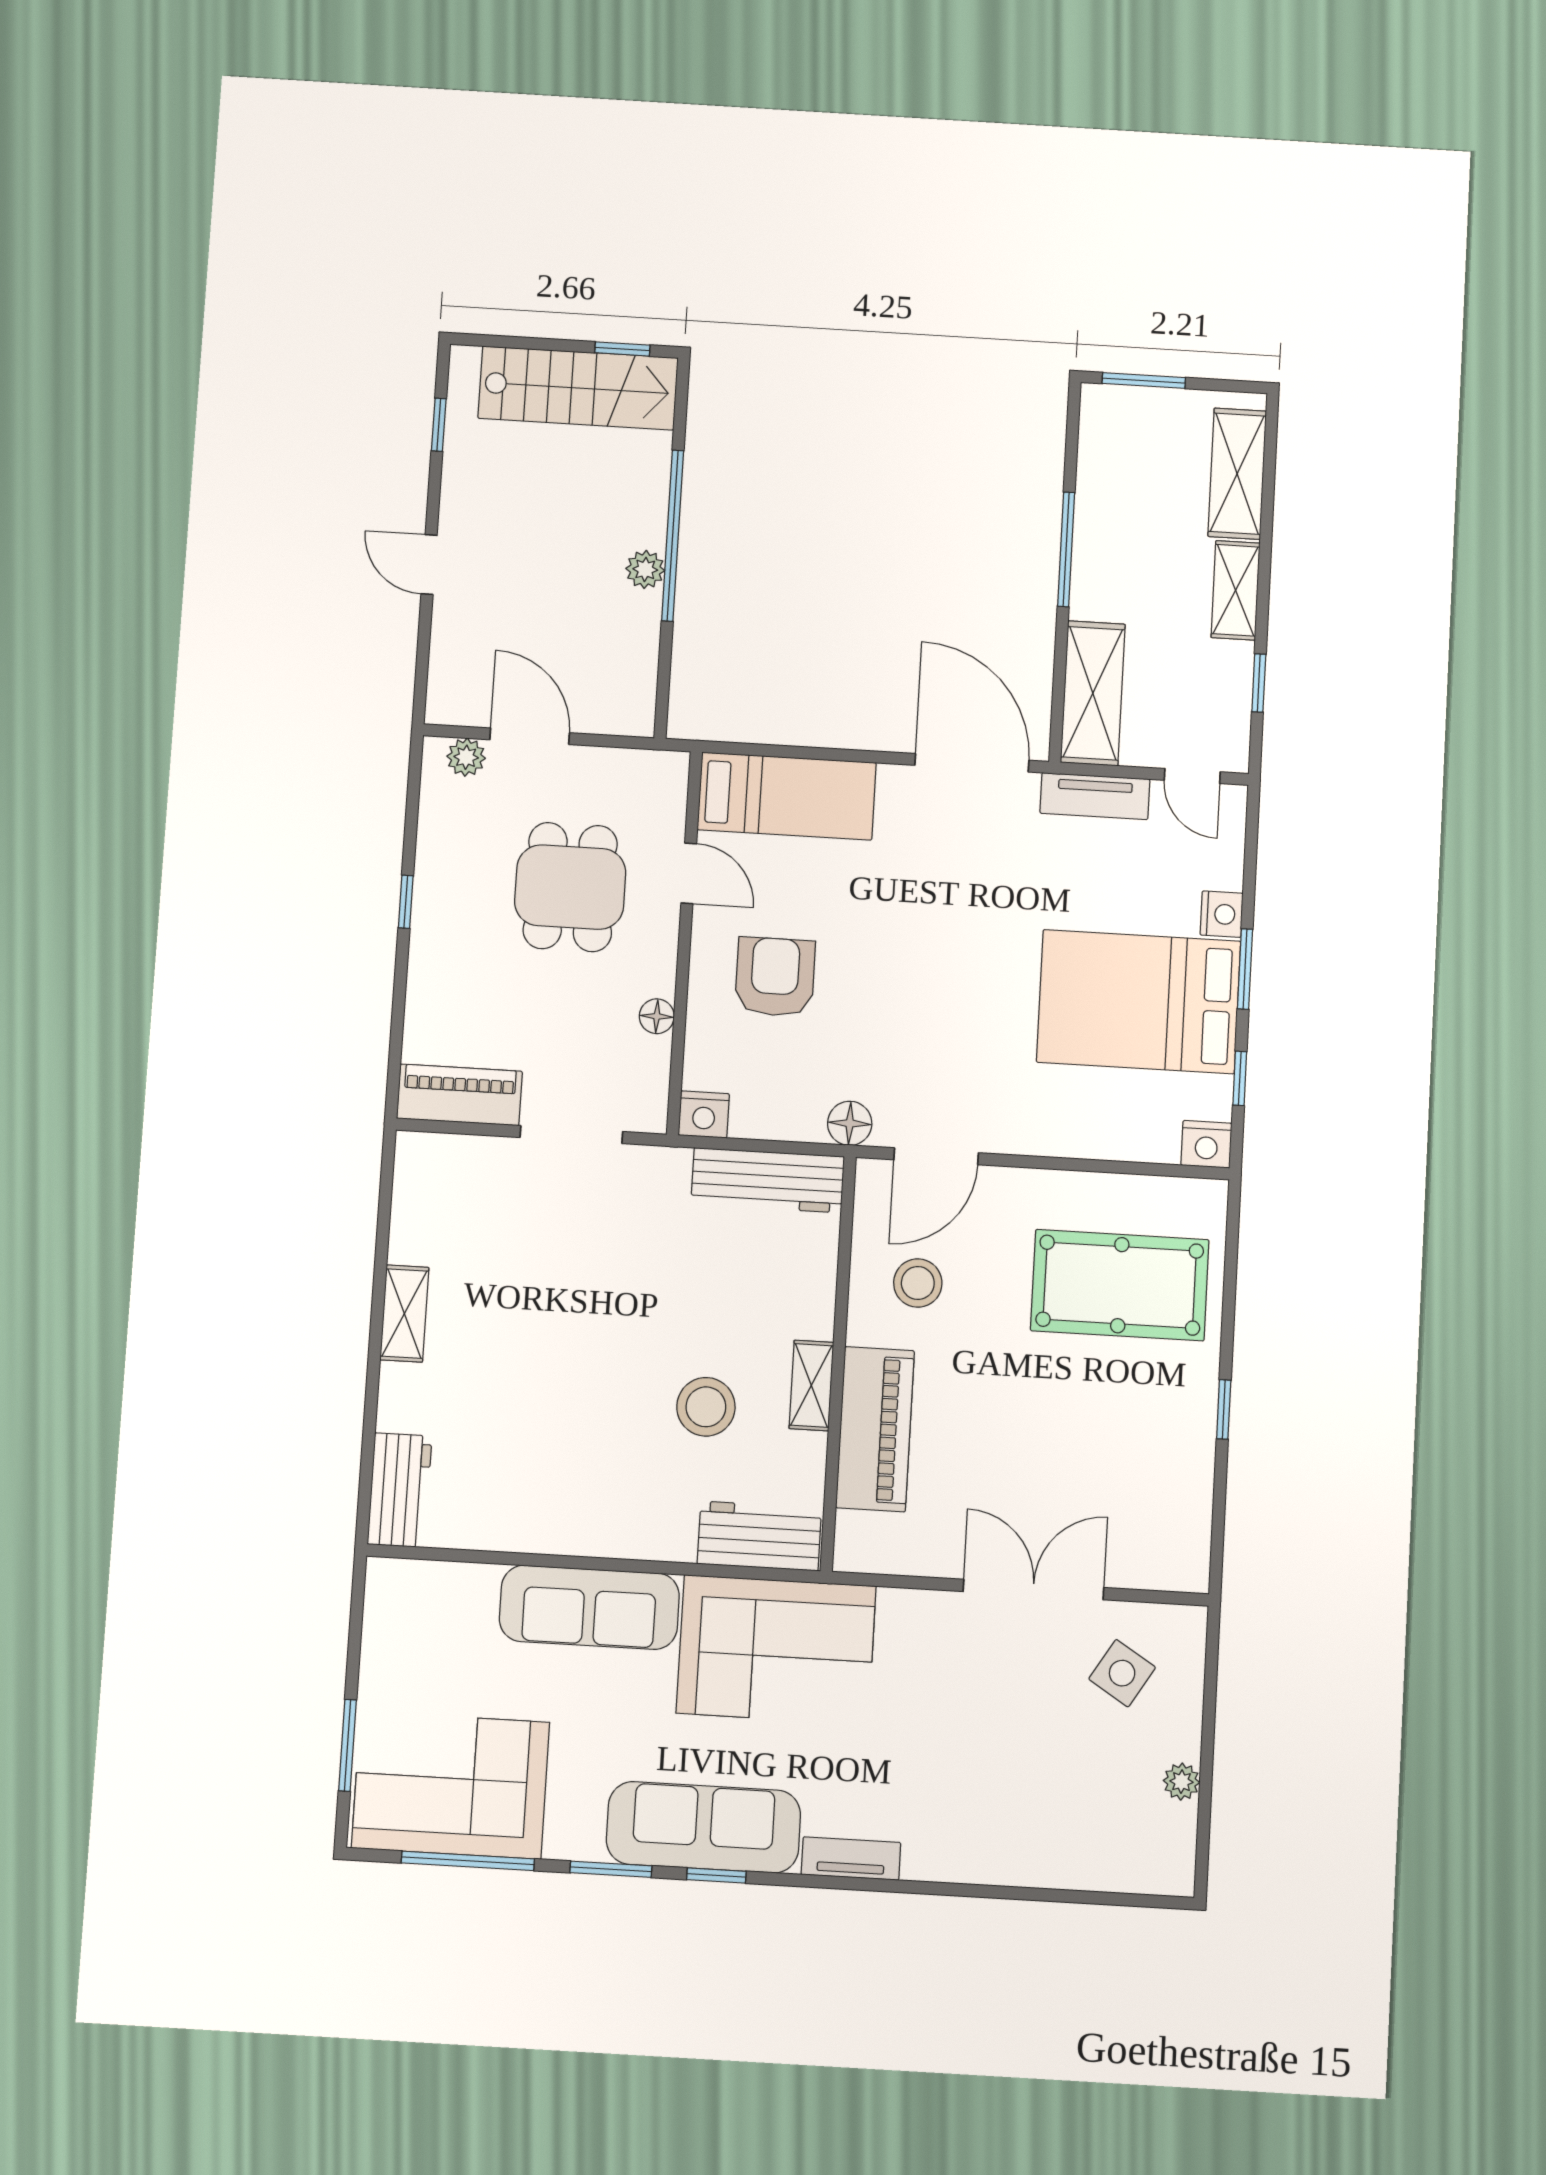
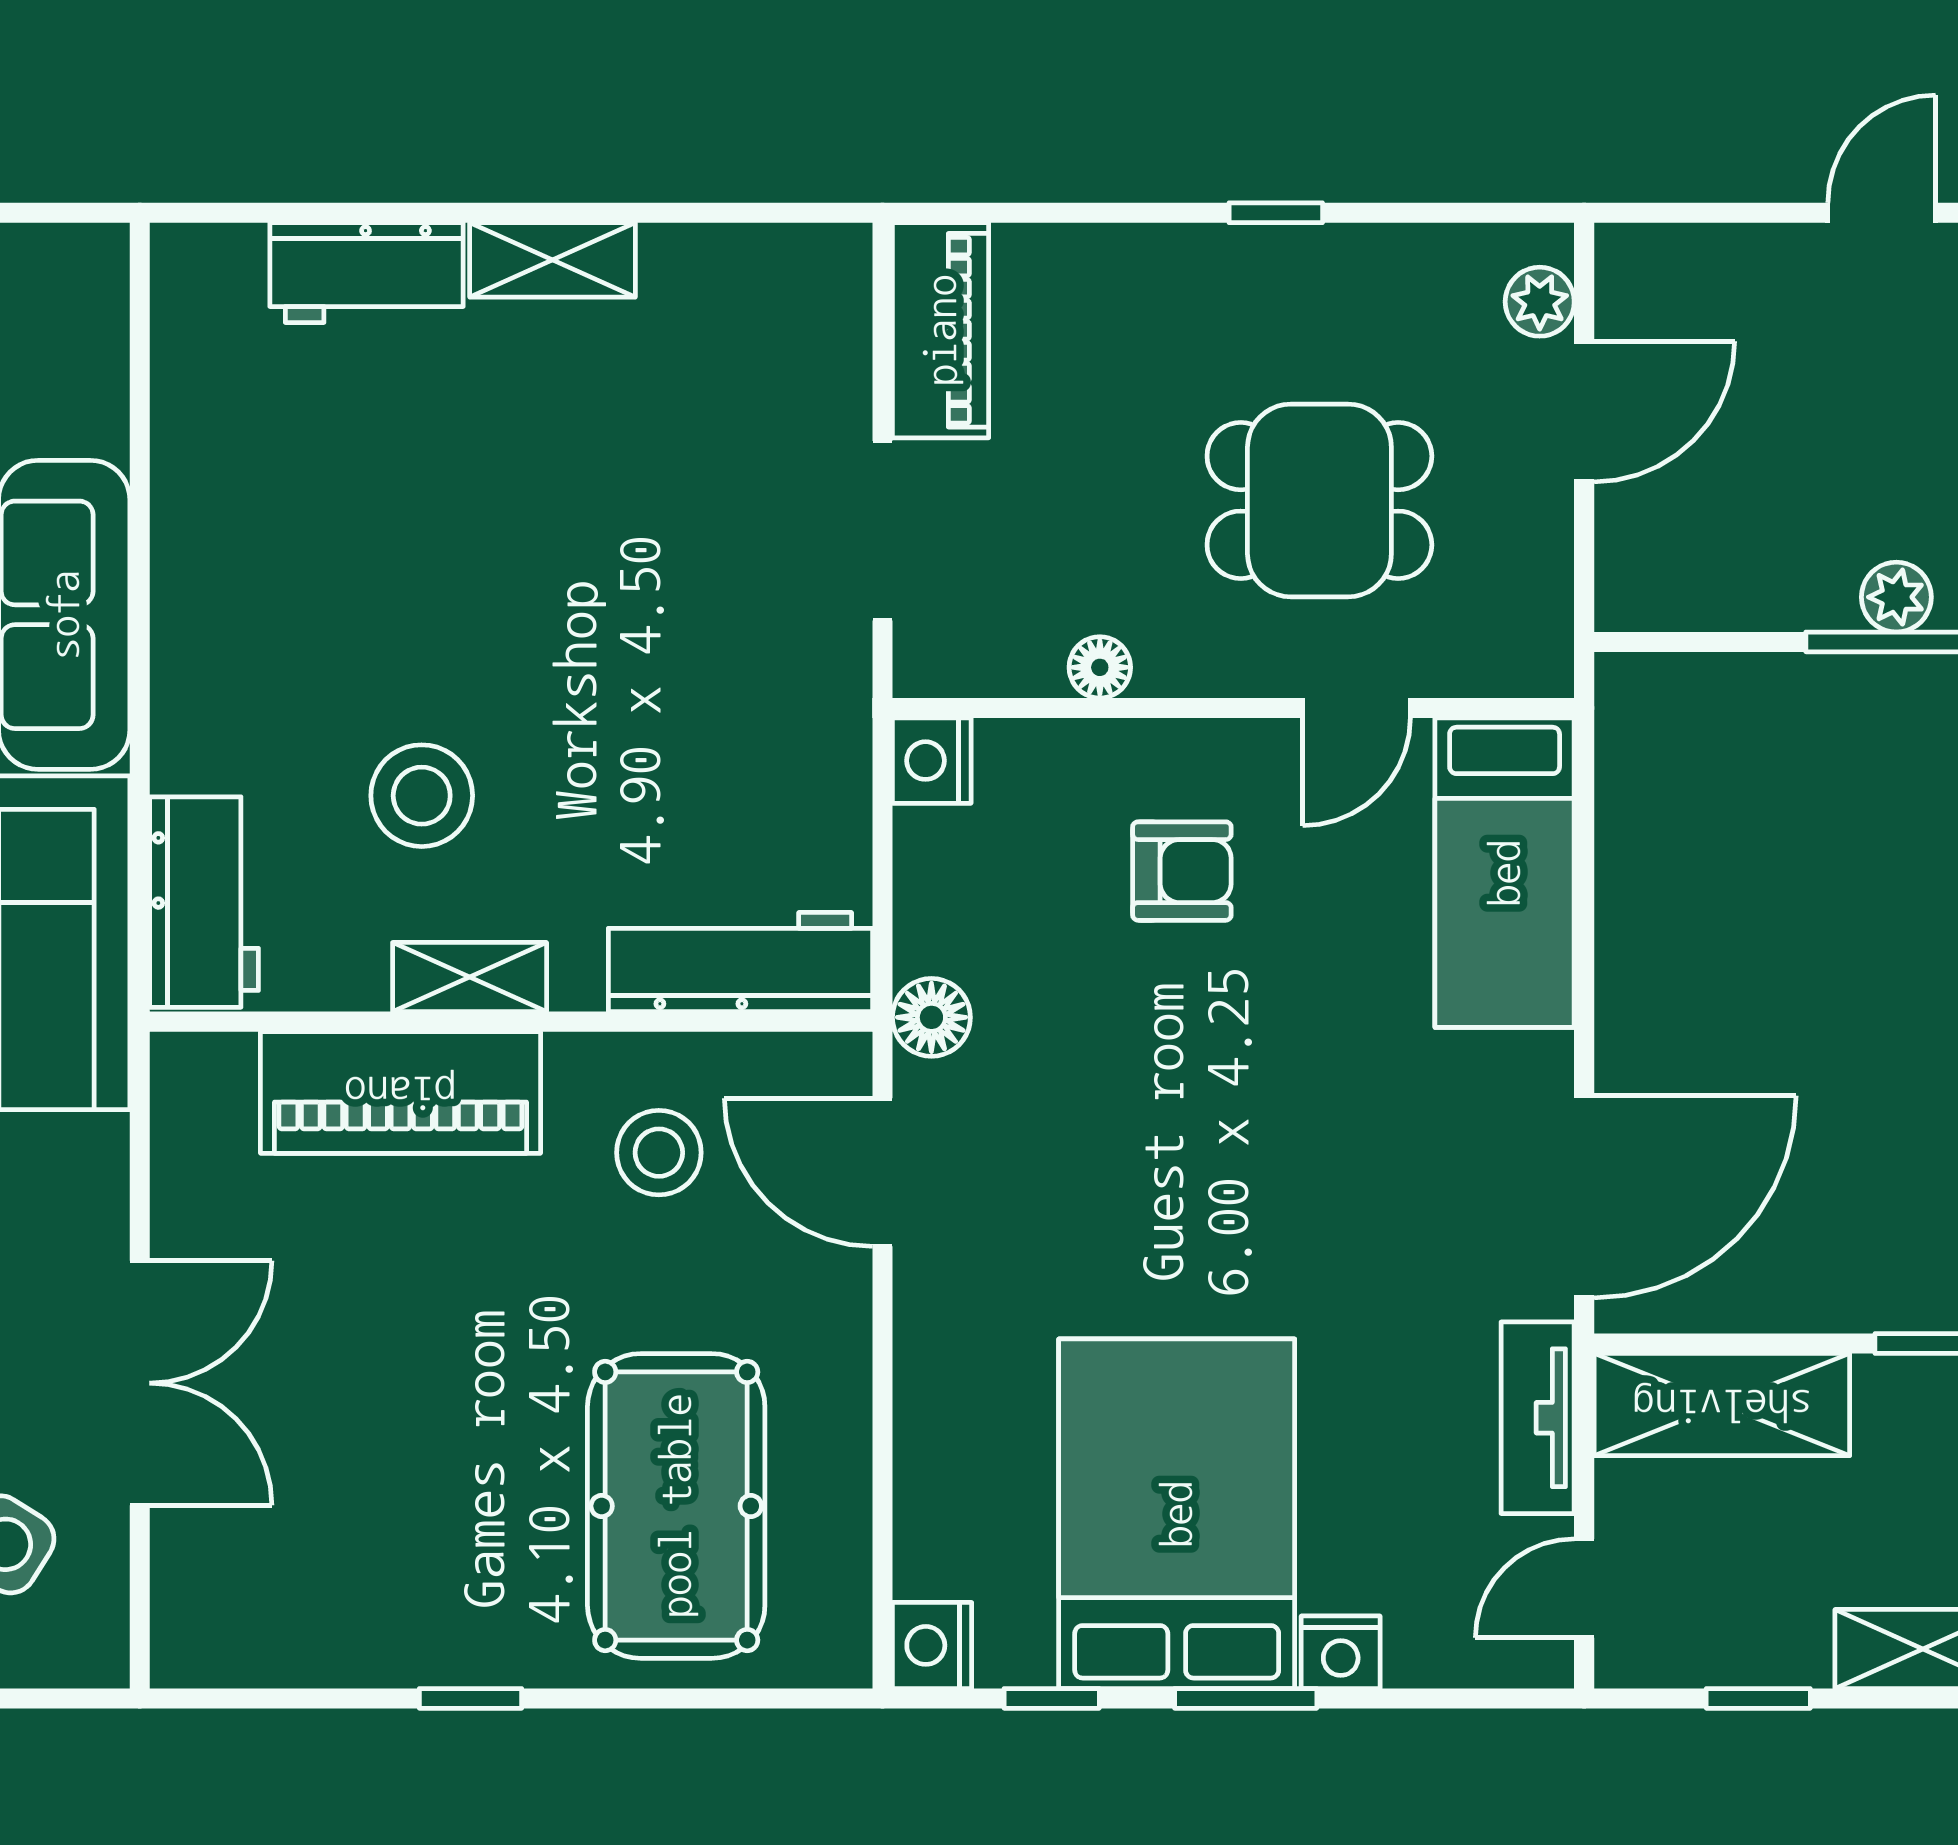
armchair: (775, 977) -> (1182, 871), width x0.72, depth x0.72
workbench: (768, 1180) -> (741, 962), moved, turned 90
workbench: (400, 1490) -> (366, 273), moved

